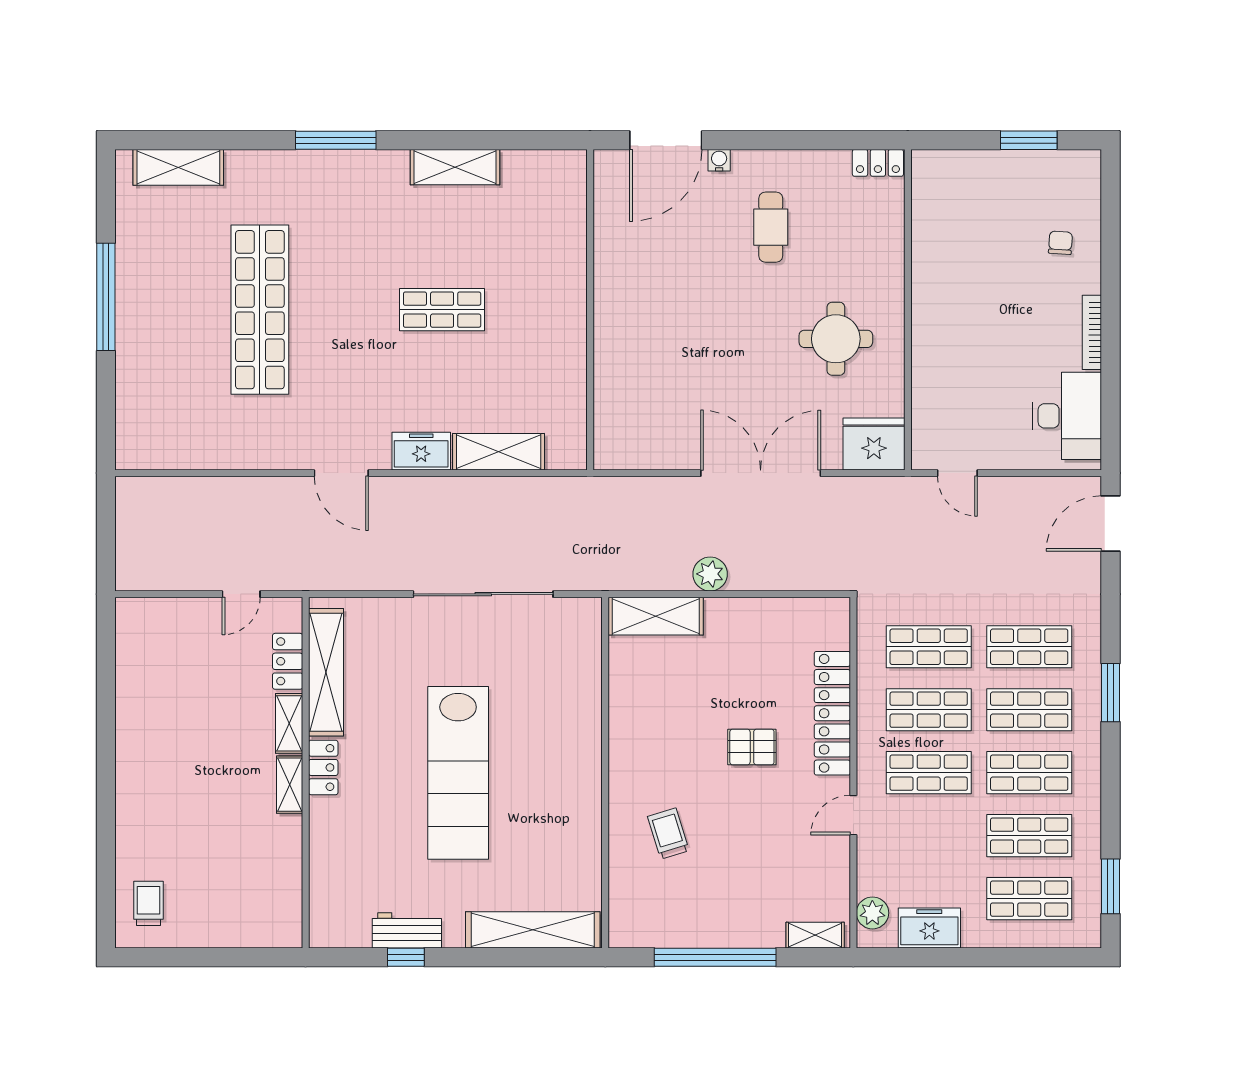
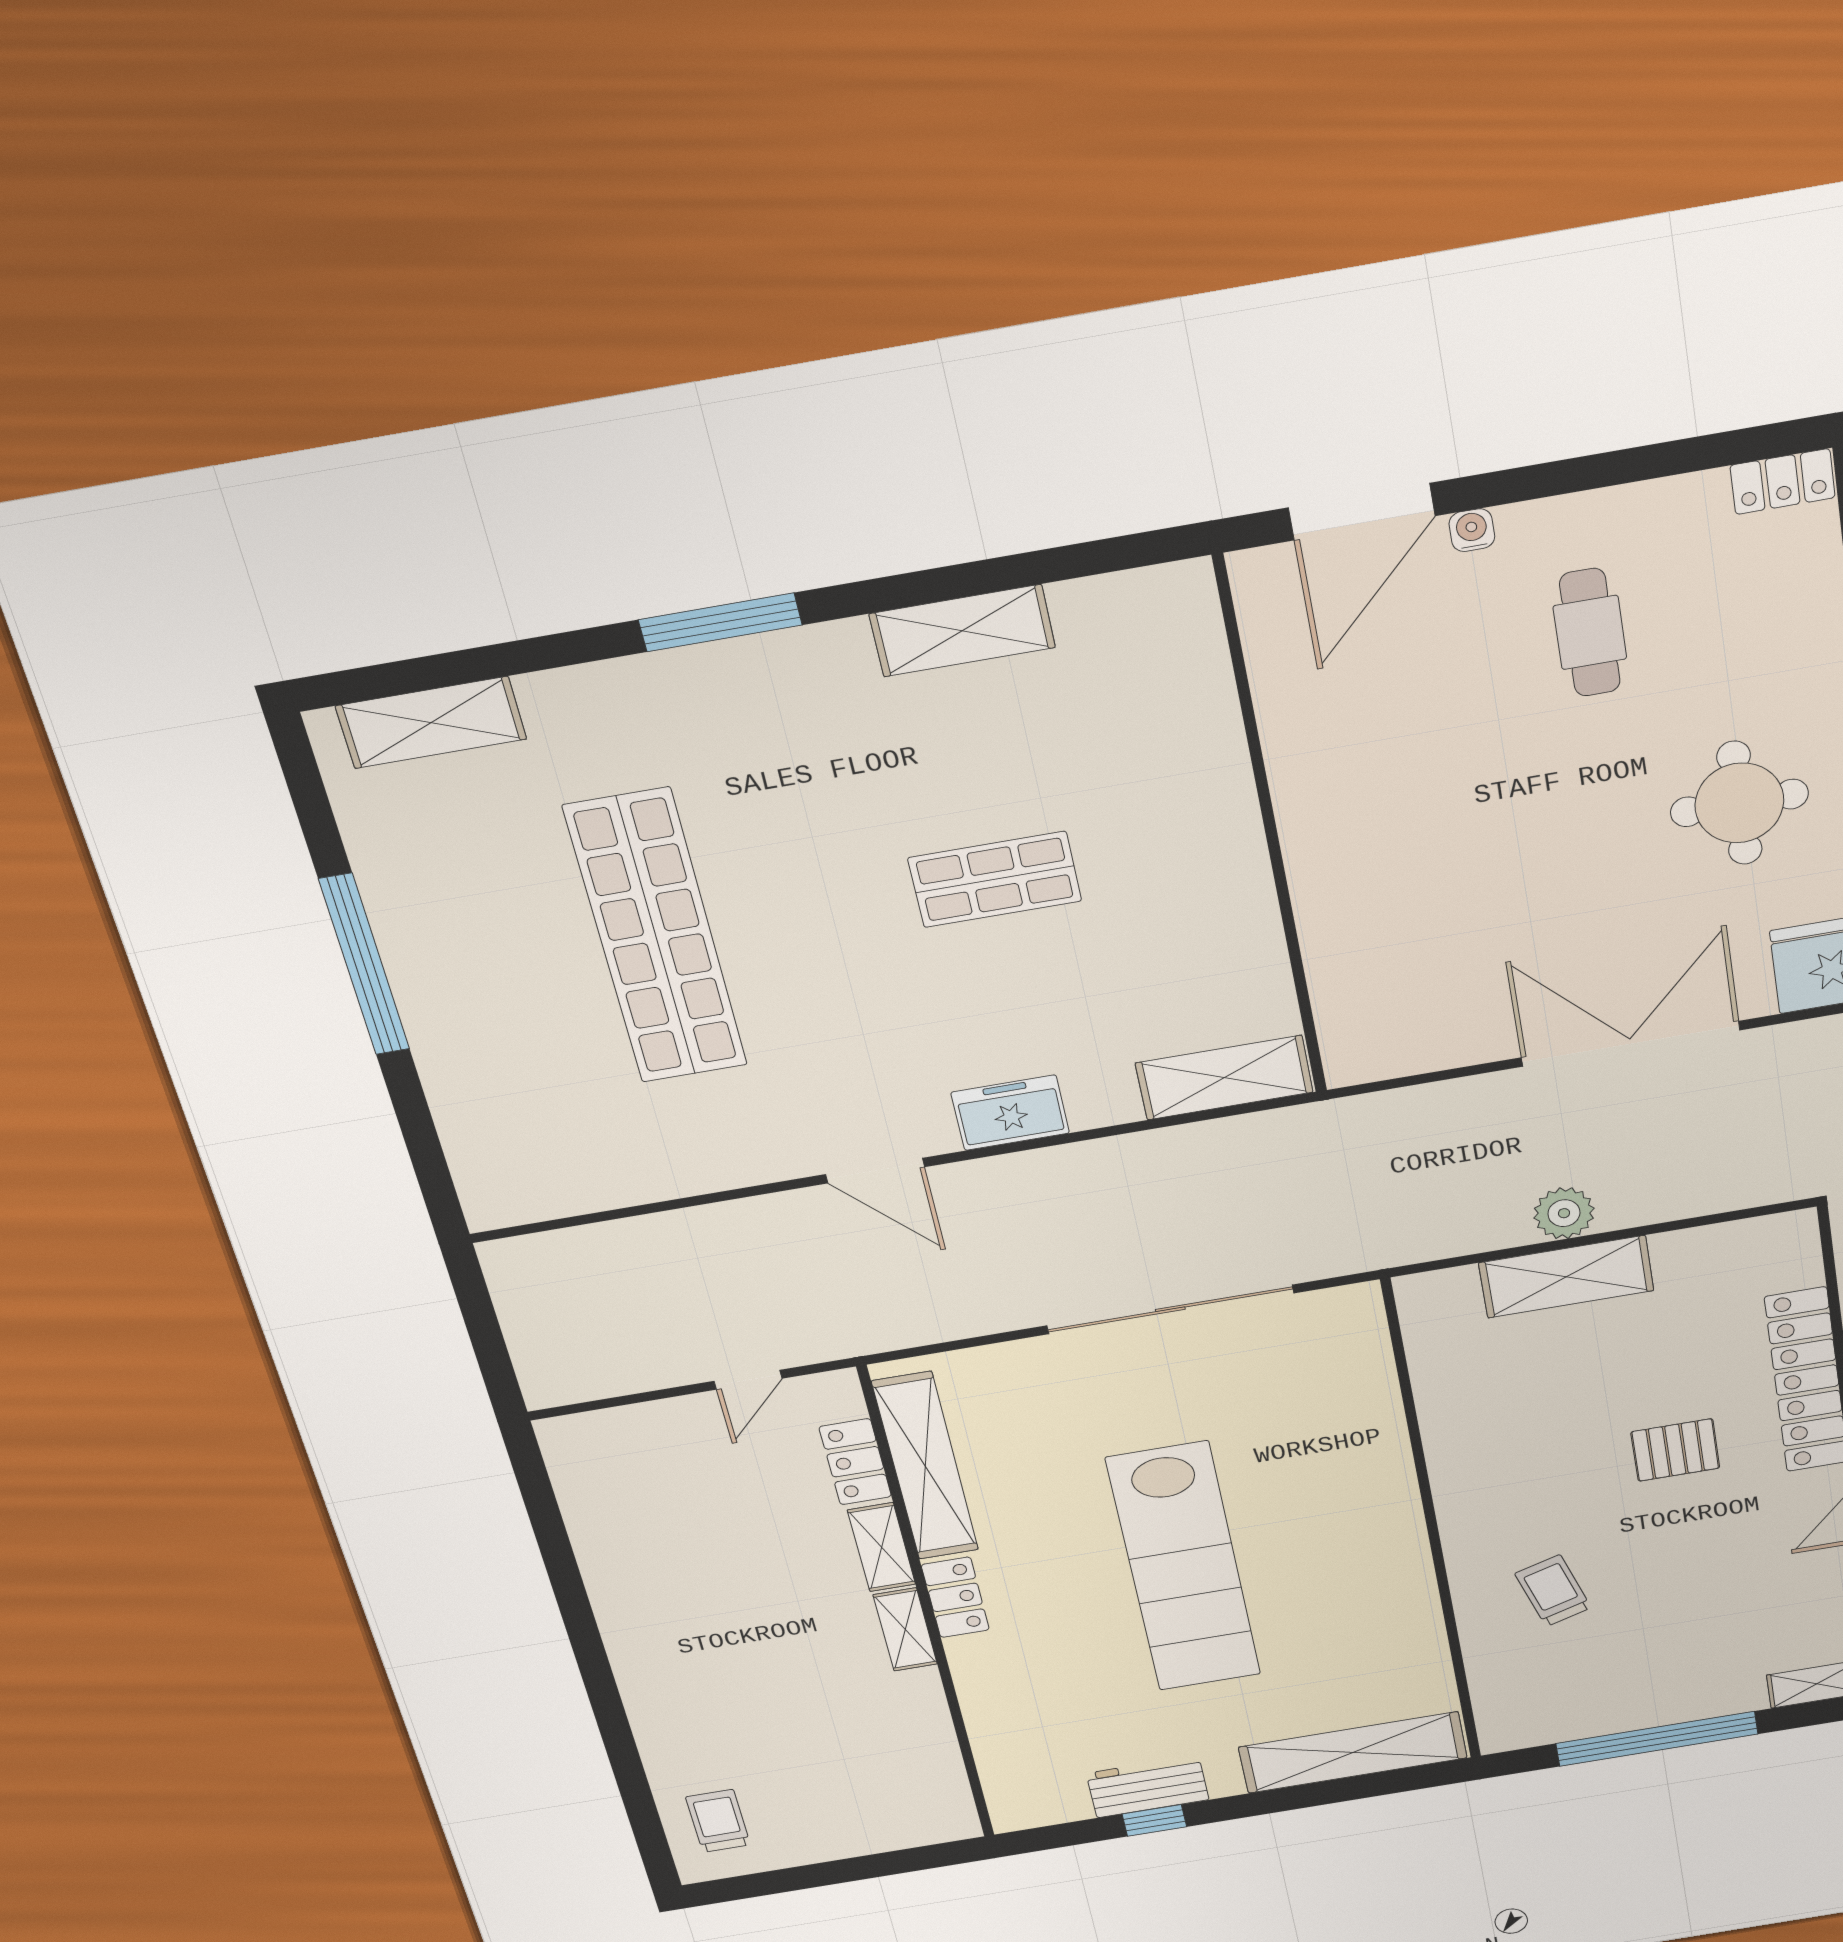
shelving: (499, 452) -> (1224, 1078), moved
shelving: (656, 616) -> (1566, 1277), moved

